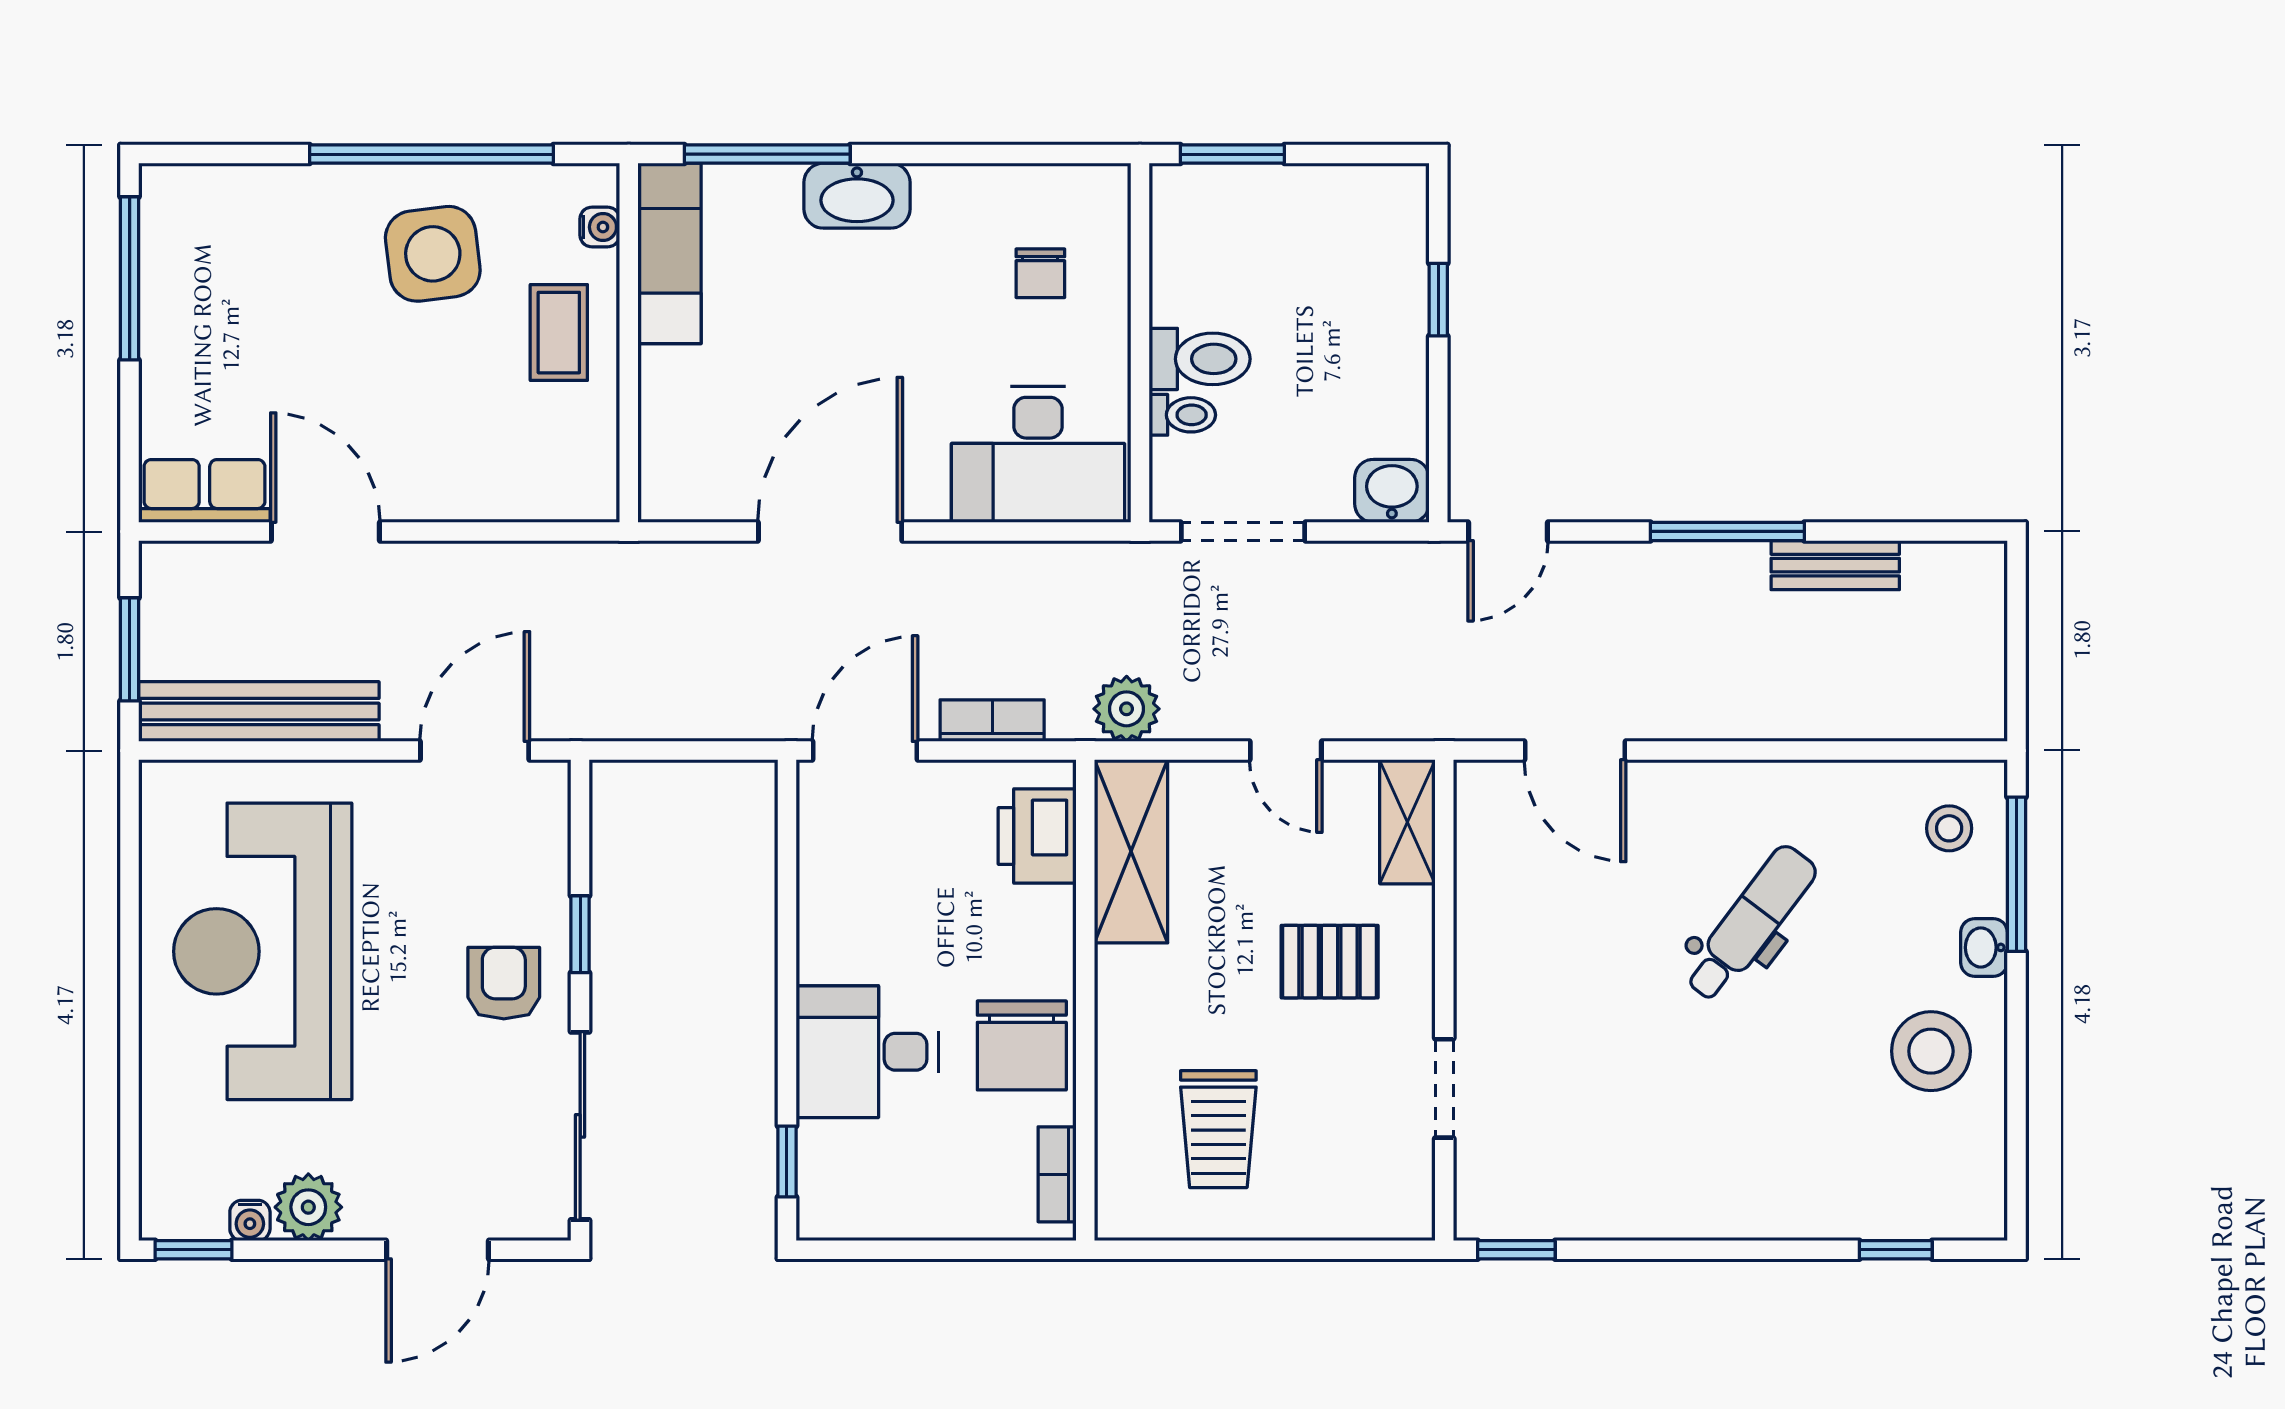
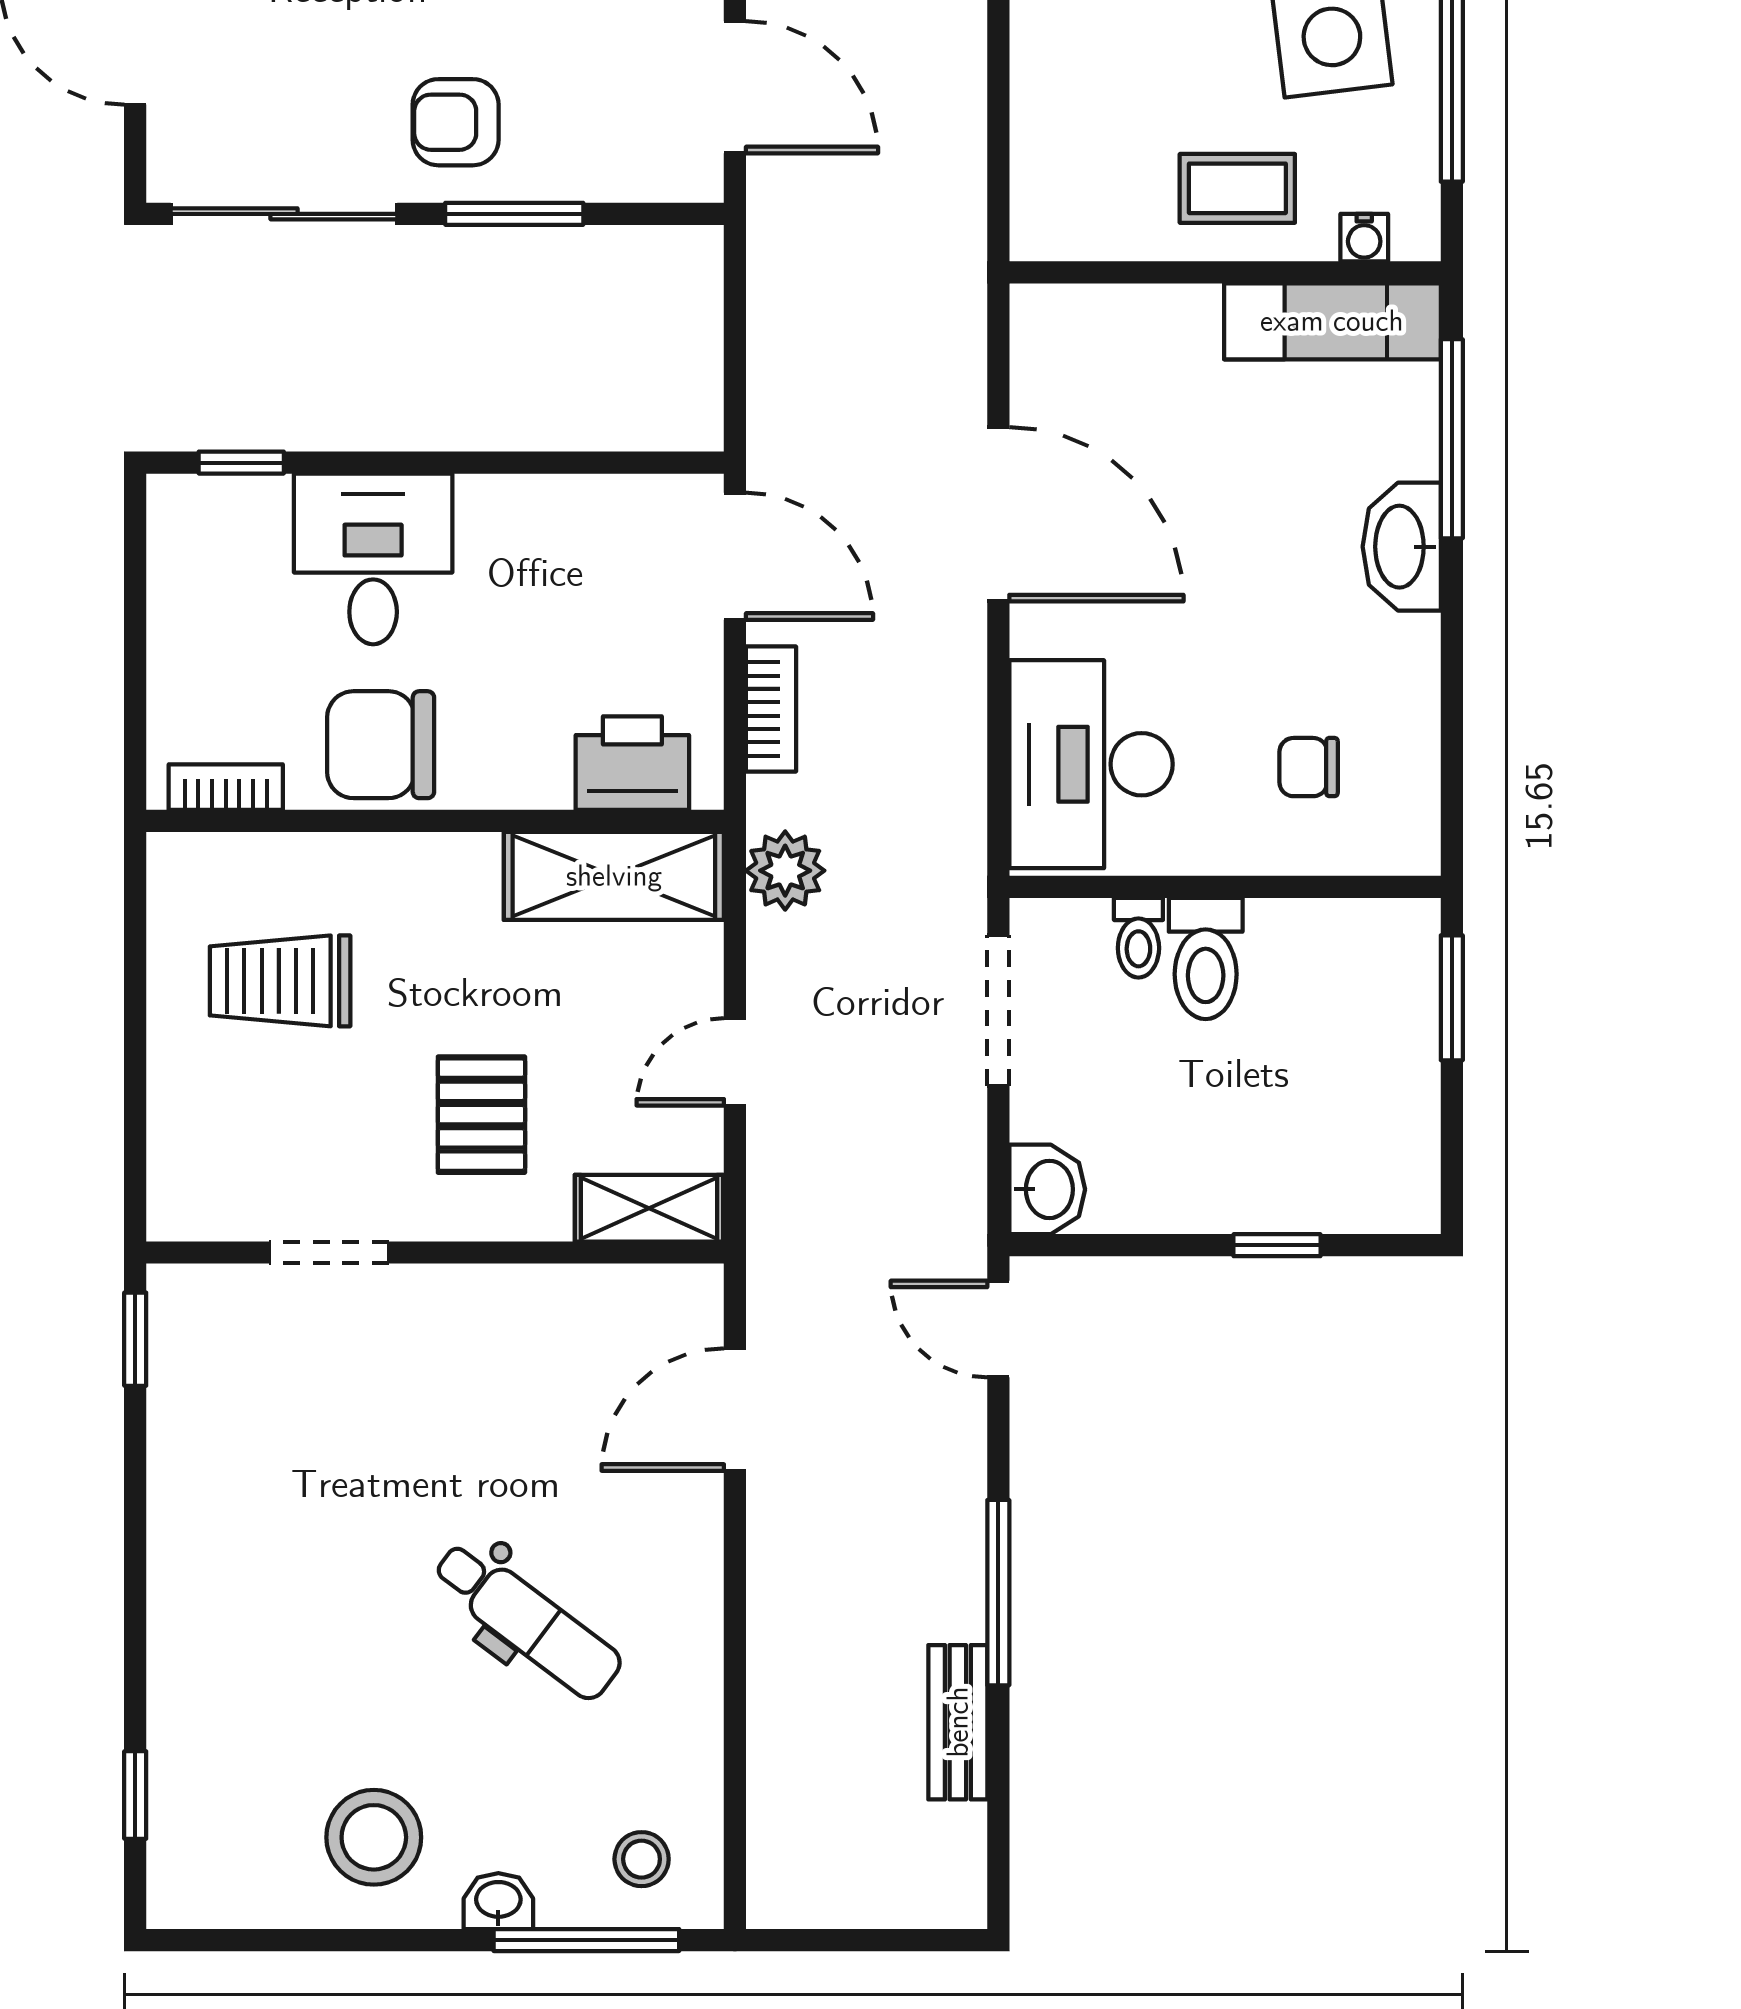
window: (580, 934) -> (514, 214), width x1.50
armchair: (504, 983) -> (456, 122), turned 180

